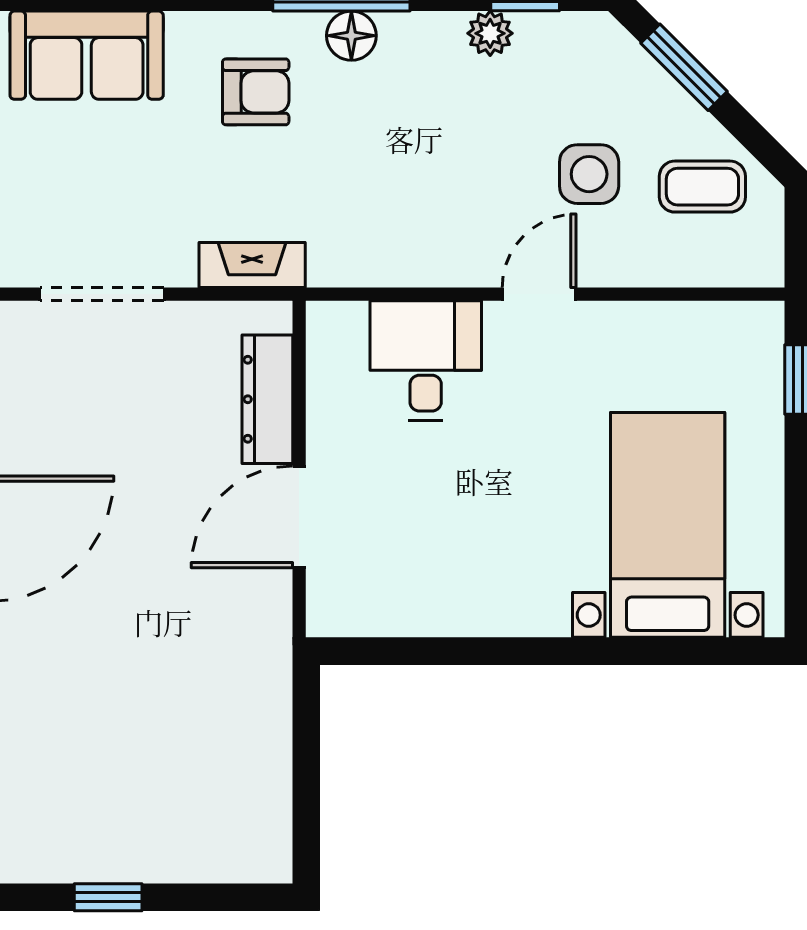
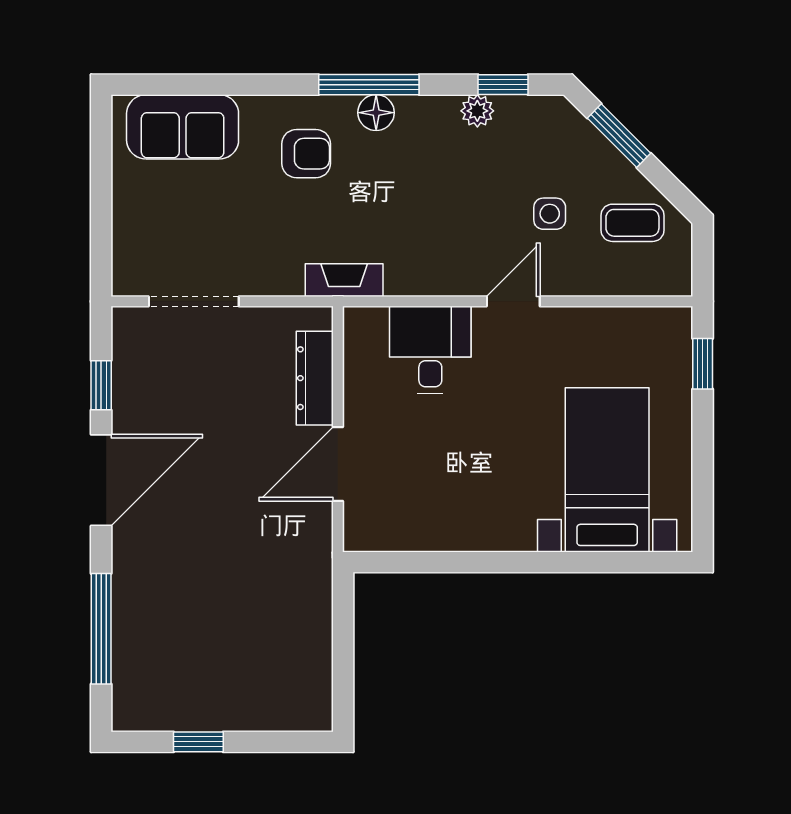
side table: (589, 174) -> (550, 214), width x0.73, depth x0.73
fireplace: (252, 265) -> (344, 280), moved

